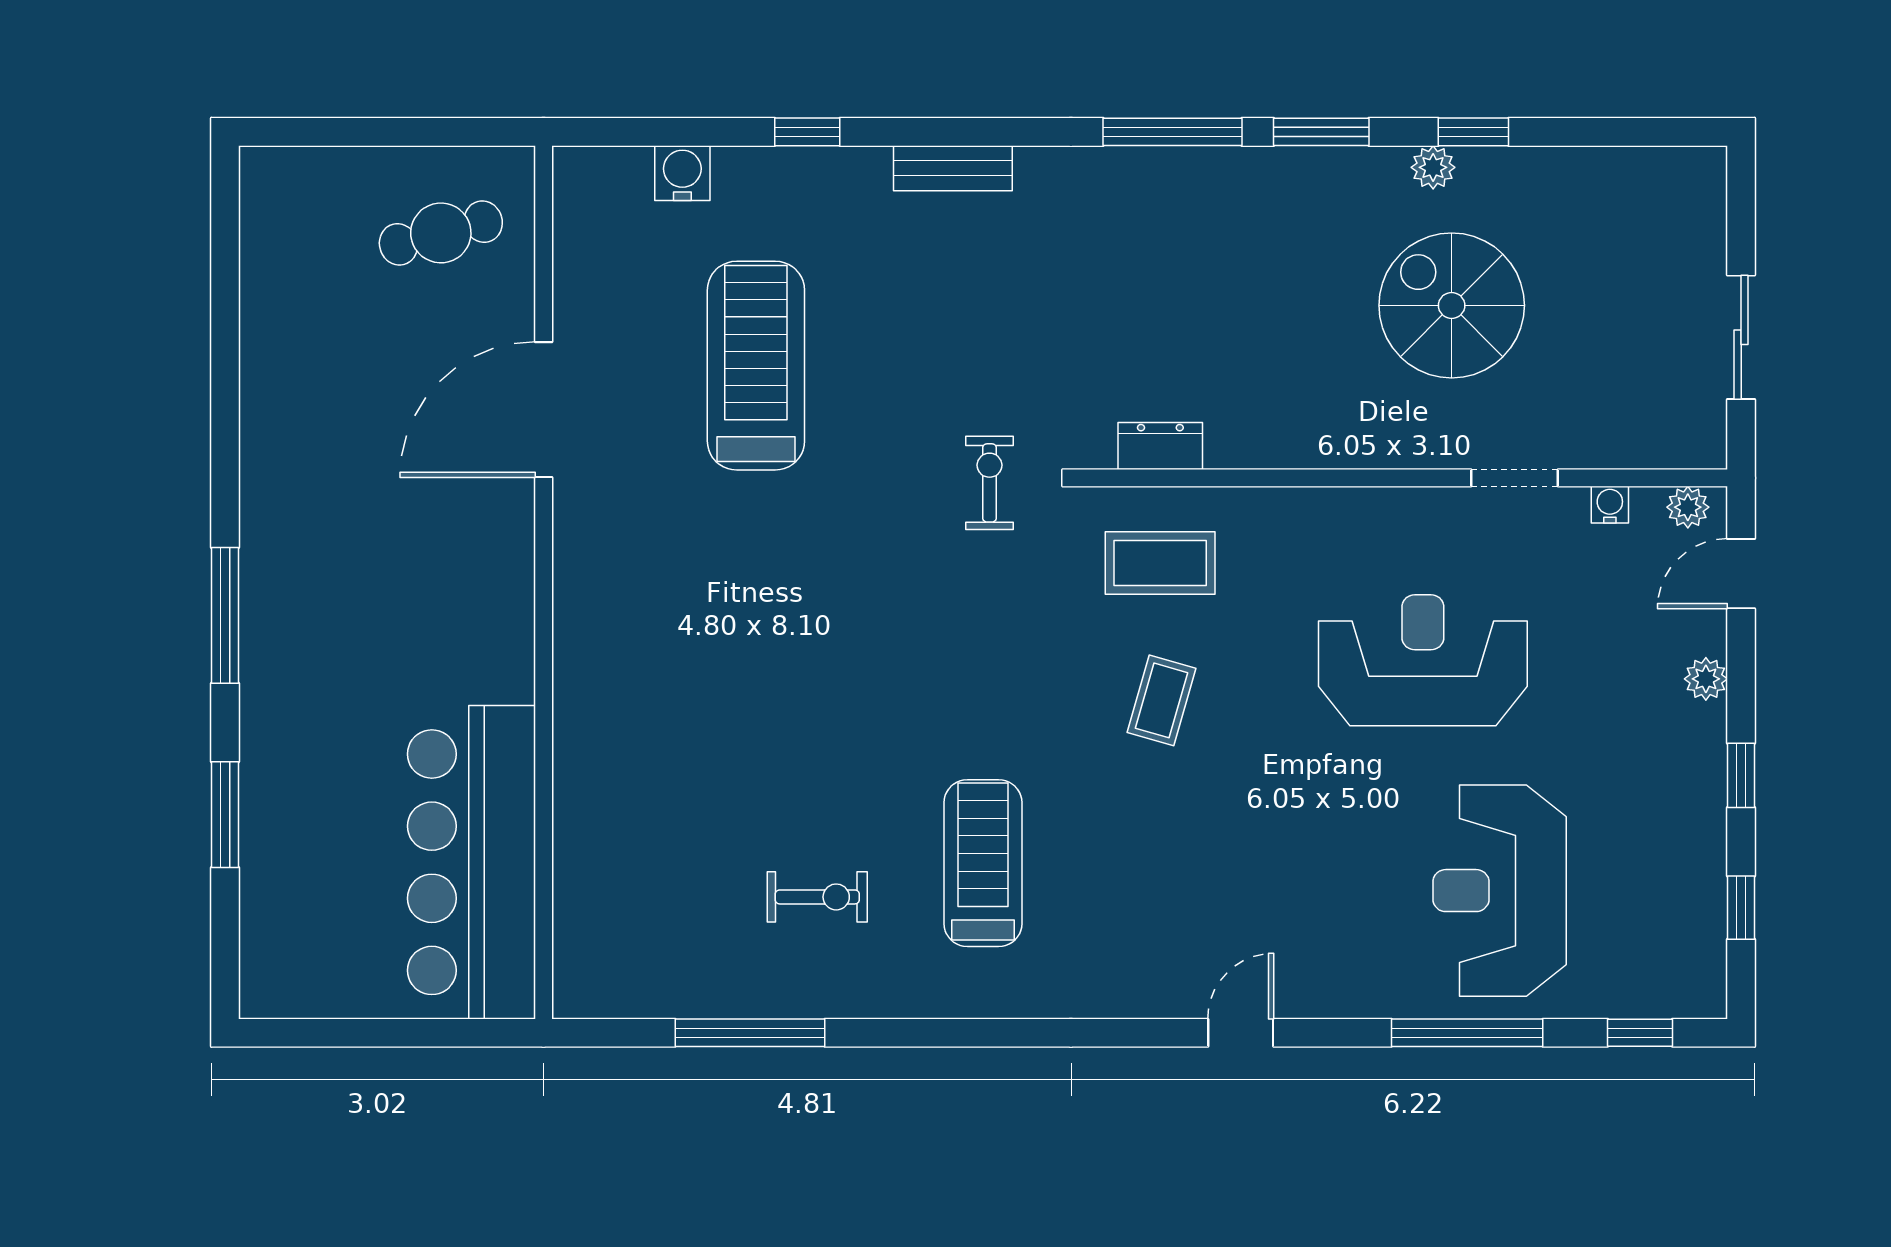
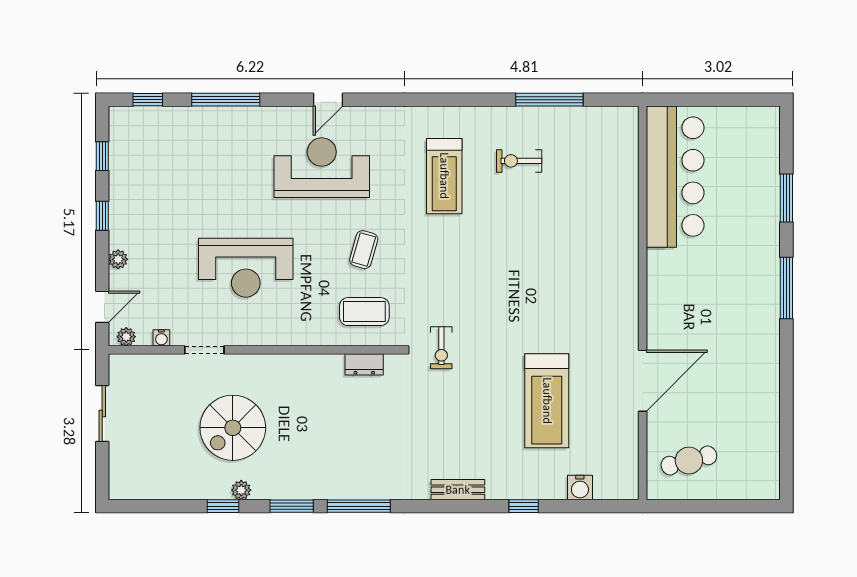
spiral stairs: (1452, 305) -> (233, 428), turned 90
reception desk: (1500, 891) -> (322, 168), moved, turned -90

